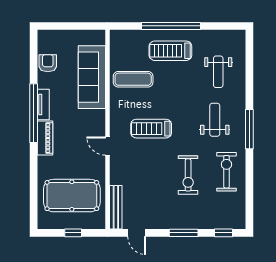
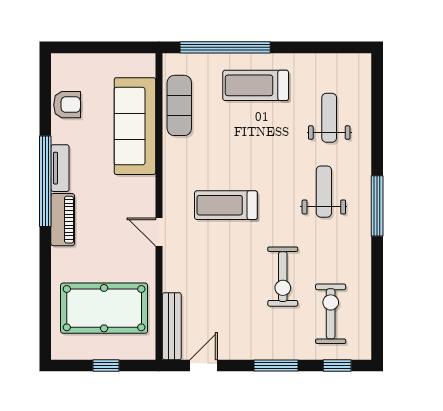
window: (171, 26) -> (225, 47), moved
armchair: (48, 63) -> (67, 105), turned 90
weight bench: (218, 72) -> (329, 118), turned 180
exercise mat: (133, 79) -> (179, 105), moved, turned 90
exercise bike: (226, 172) -> (331, 314), moved
door: (137, 233) -> (204, 365), swing flipped

